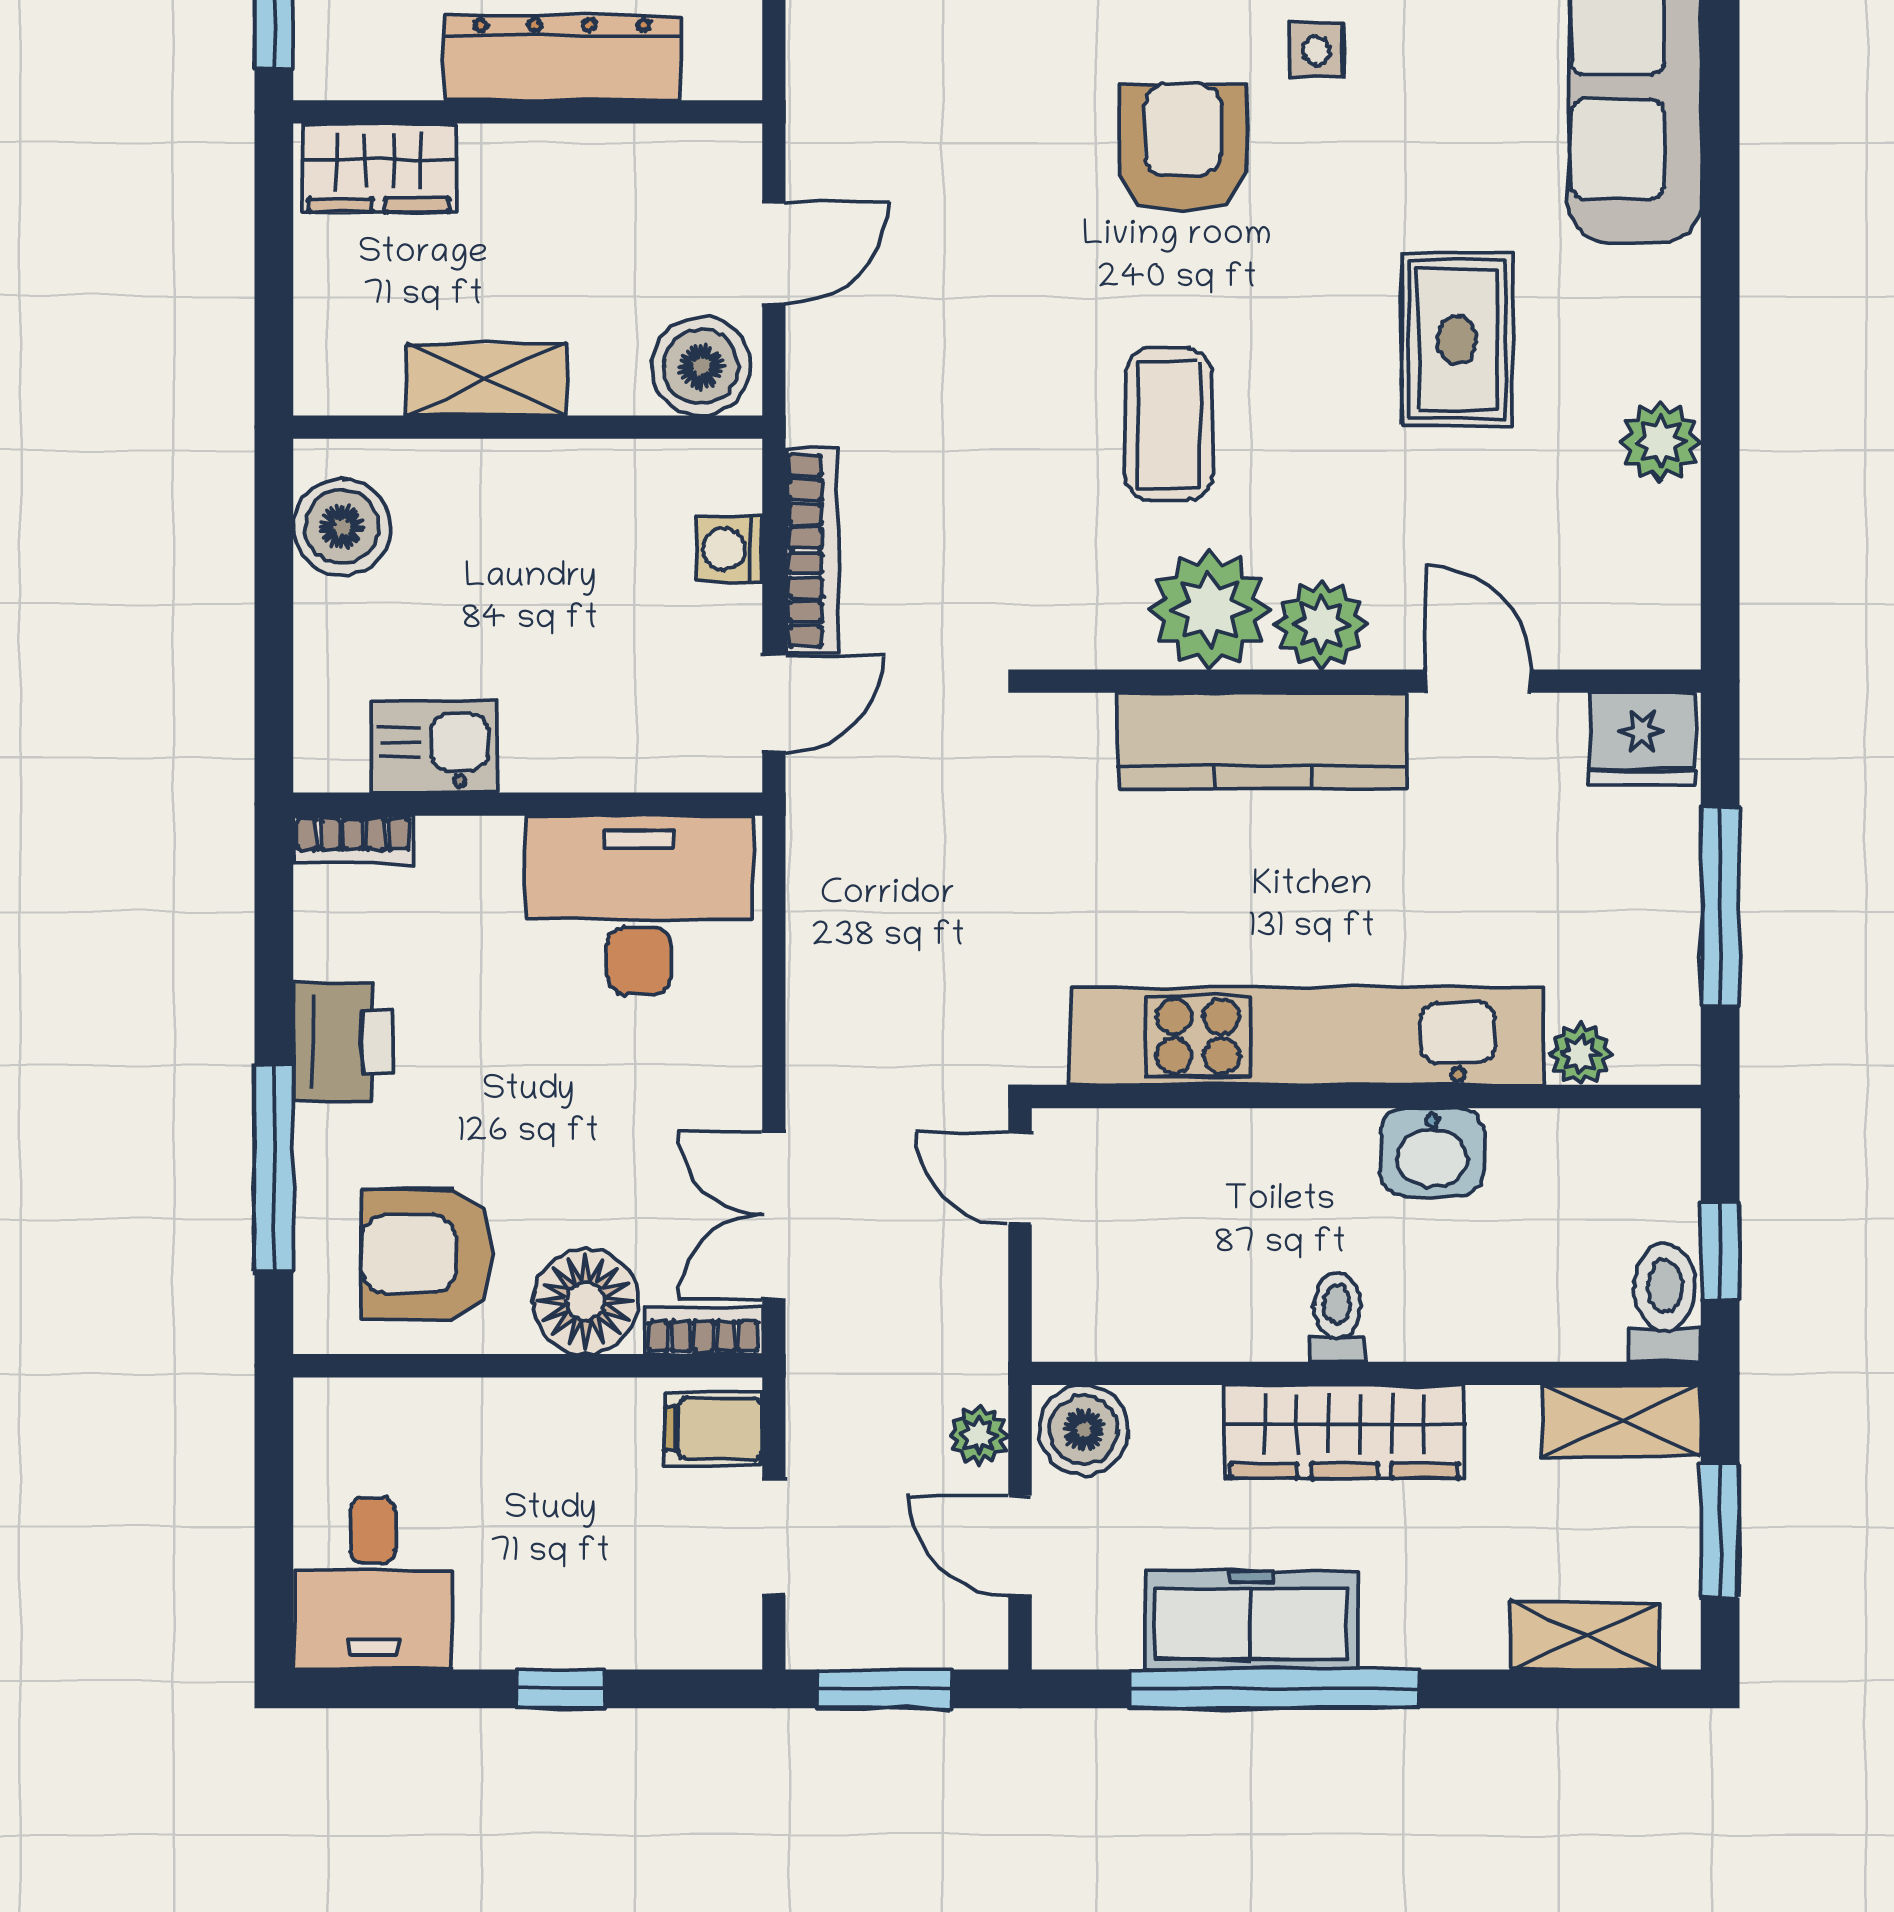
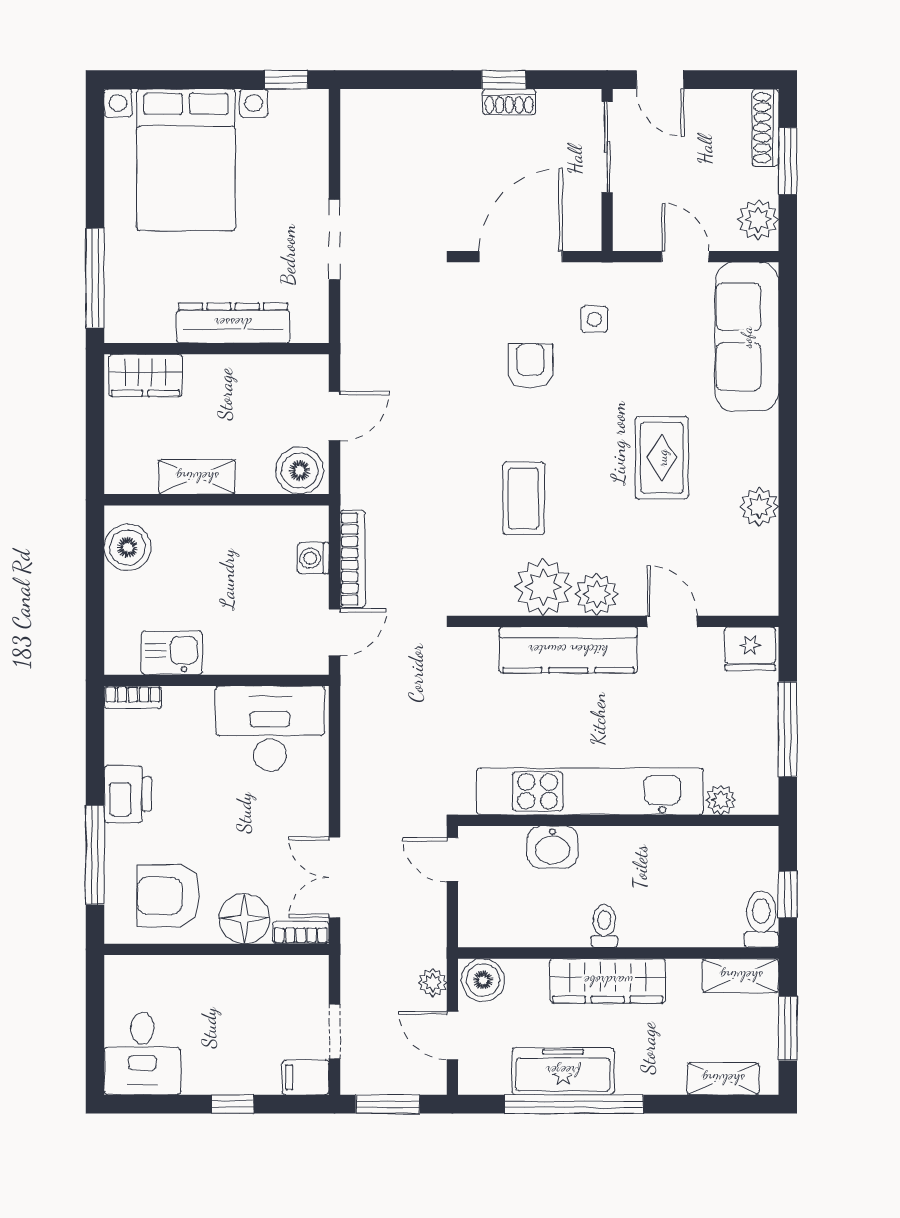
armchair: (1183, 148) -> (530, 366), width x0.72, depth x0.72
washbasin: (1432, 1152) -> (552, 847), moved
filing cabinet: (713, 1429) -> (306, 1077), moved

